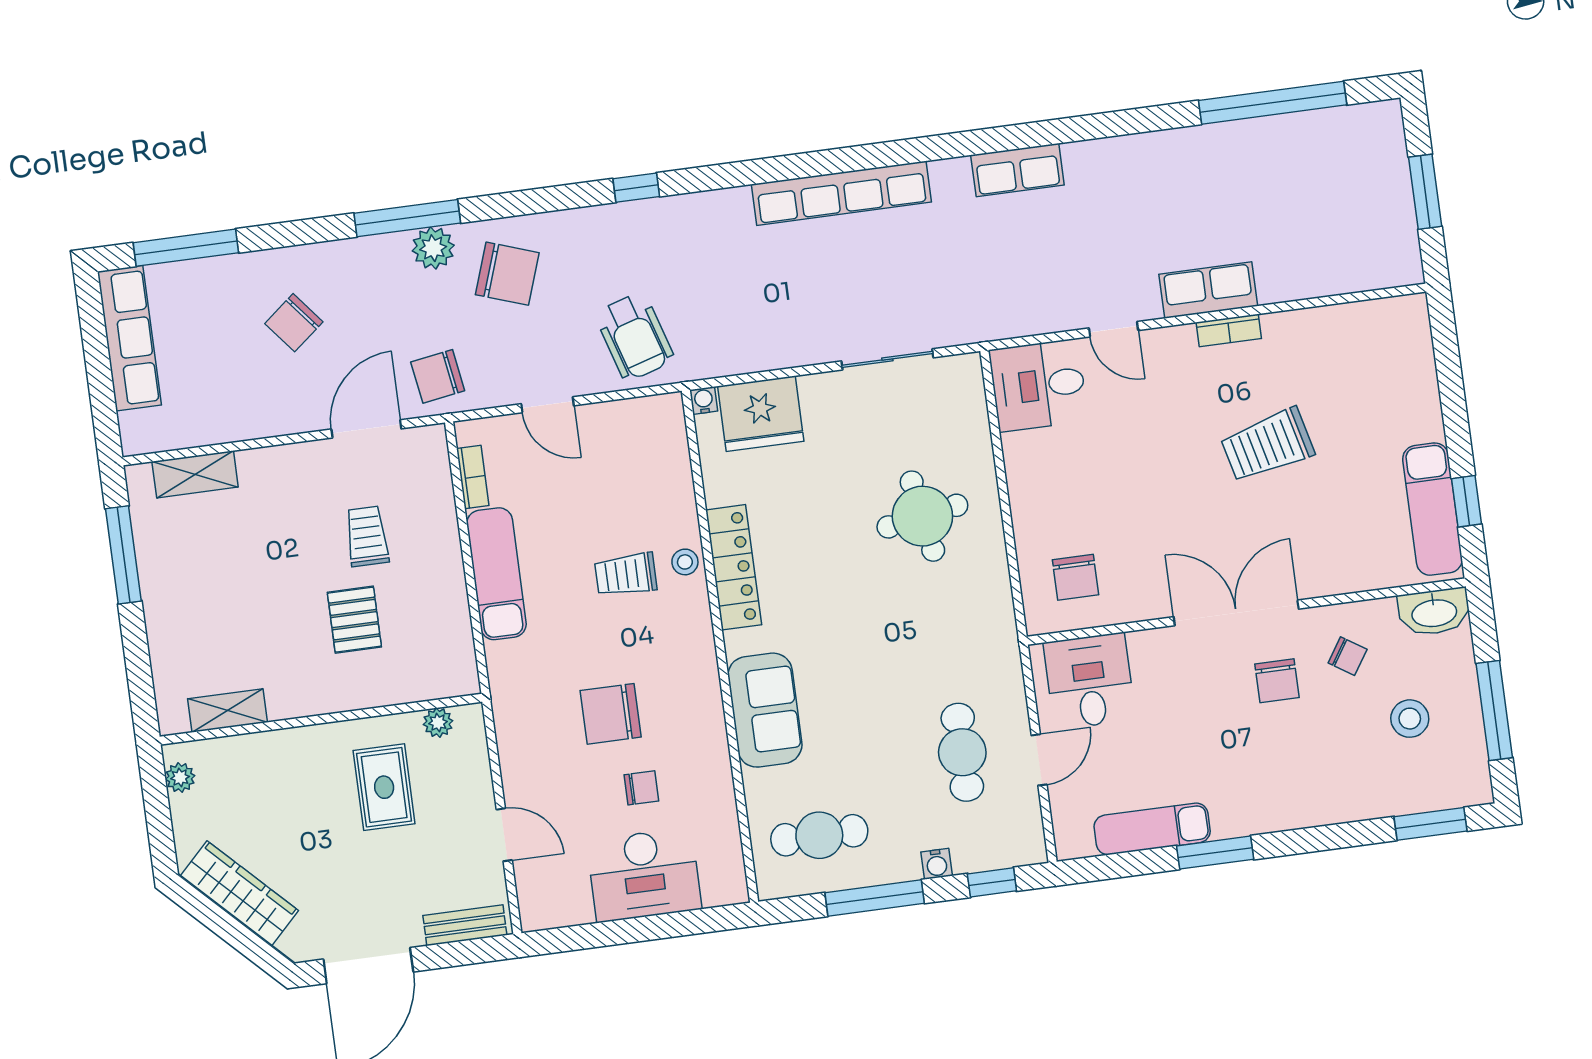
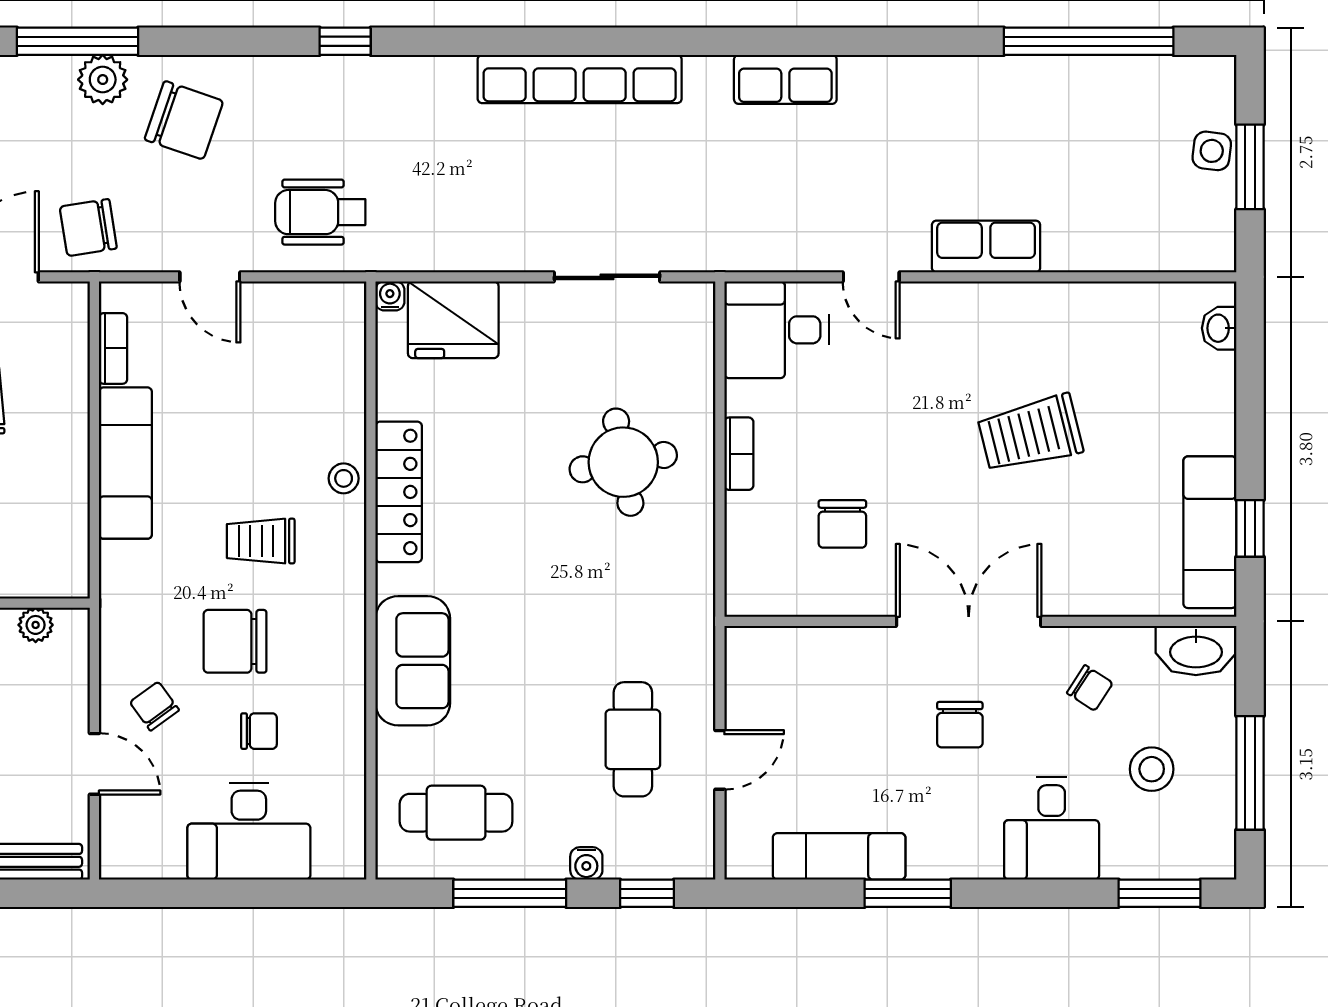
side table: (1391, 182) -> (1212, 151), added
bookcase: (1229, 330) -> (739, 454), moved, turned -90
washbasin: (1417, 333) -> (1219, 328), added
wheelchair: (634, 337) -> (320, 212), turned 107
trolley: (626, 575) -> (261, 541), moved
chair: (1076, 577) -> (842, 524), moved
desk: (1089, 681) -> (1052, 828), moved, turned 180
chair: (1277, 681) -> (960, 725), moved
chair: (549, 778) -> (154, 706), added

